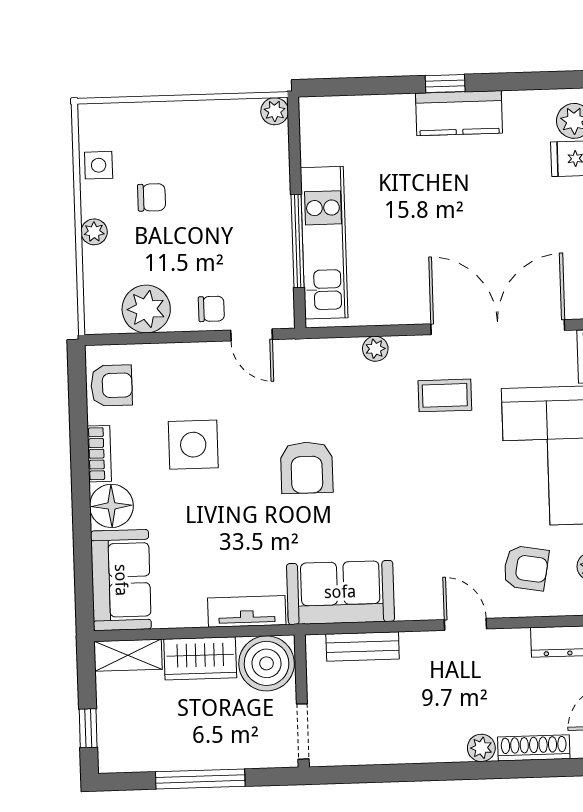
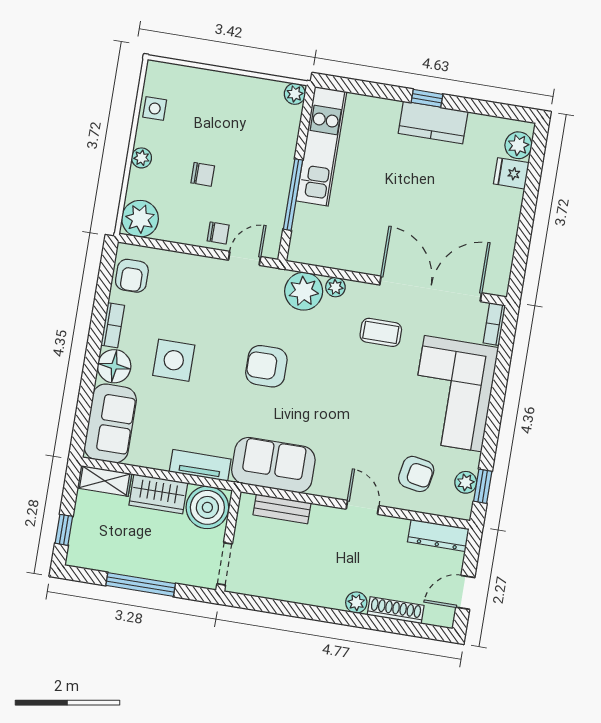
chair: (152, 197) -> (203, 174), moved
kitchen unit: (324, 243) -> (321, 146), moved
plant: (146, 309) -> (140, 219), moved
door: (252, 335) -> (245, 258), swing flipped
plant: (336, 362) -> (304, 291), added
armchair: (112, 385) -> (132, 276), turned 90
side table: (193, 445) -> (174, 360), moved
armchair: (307, 468) -> (266, 366), turned 90

